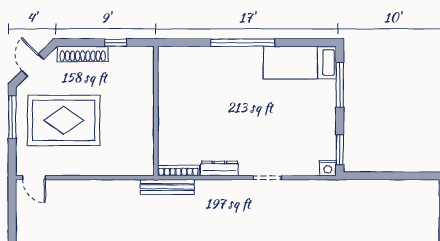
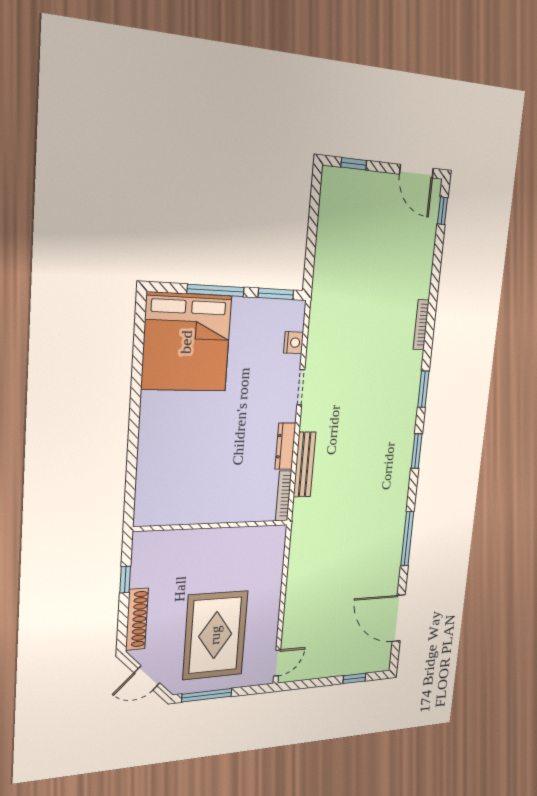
window: (243, 43) -> (134, 417), removed
bed: (300, 63) -> (186, 342), width x2.04
window: (340, 85) -> (216, 290), moved
nightstand: (328, 168) -> (294, 343), moved
bench: (167, 187) -> (305, 465), moved

